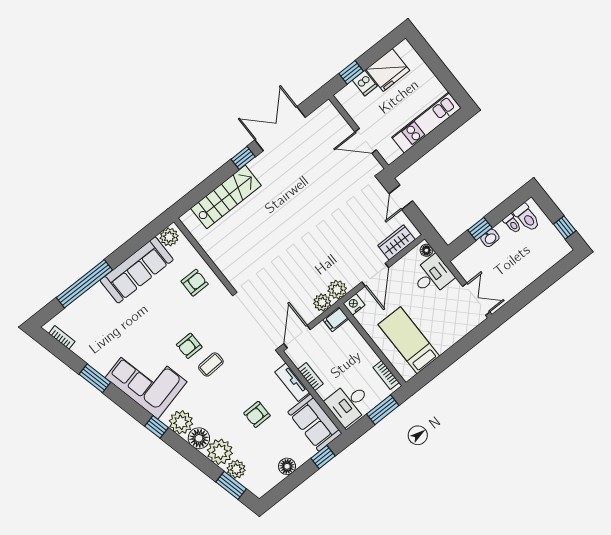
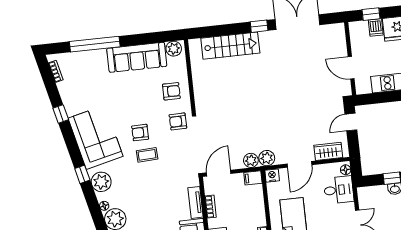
window: (95, 378) -> (61, 114), width x0.67
armchair: (257, 414) -> (178, 121), moved
floor lamp: (199, 438) -> (104, 206), width x0.53, depth x0.53

